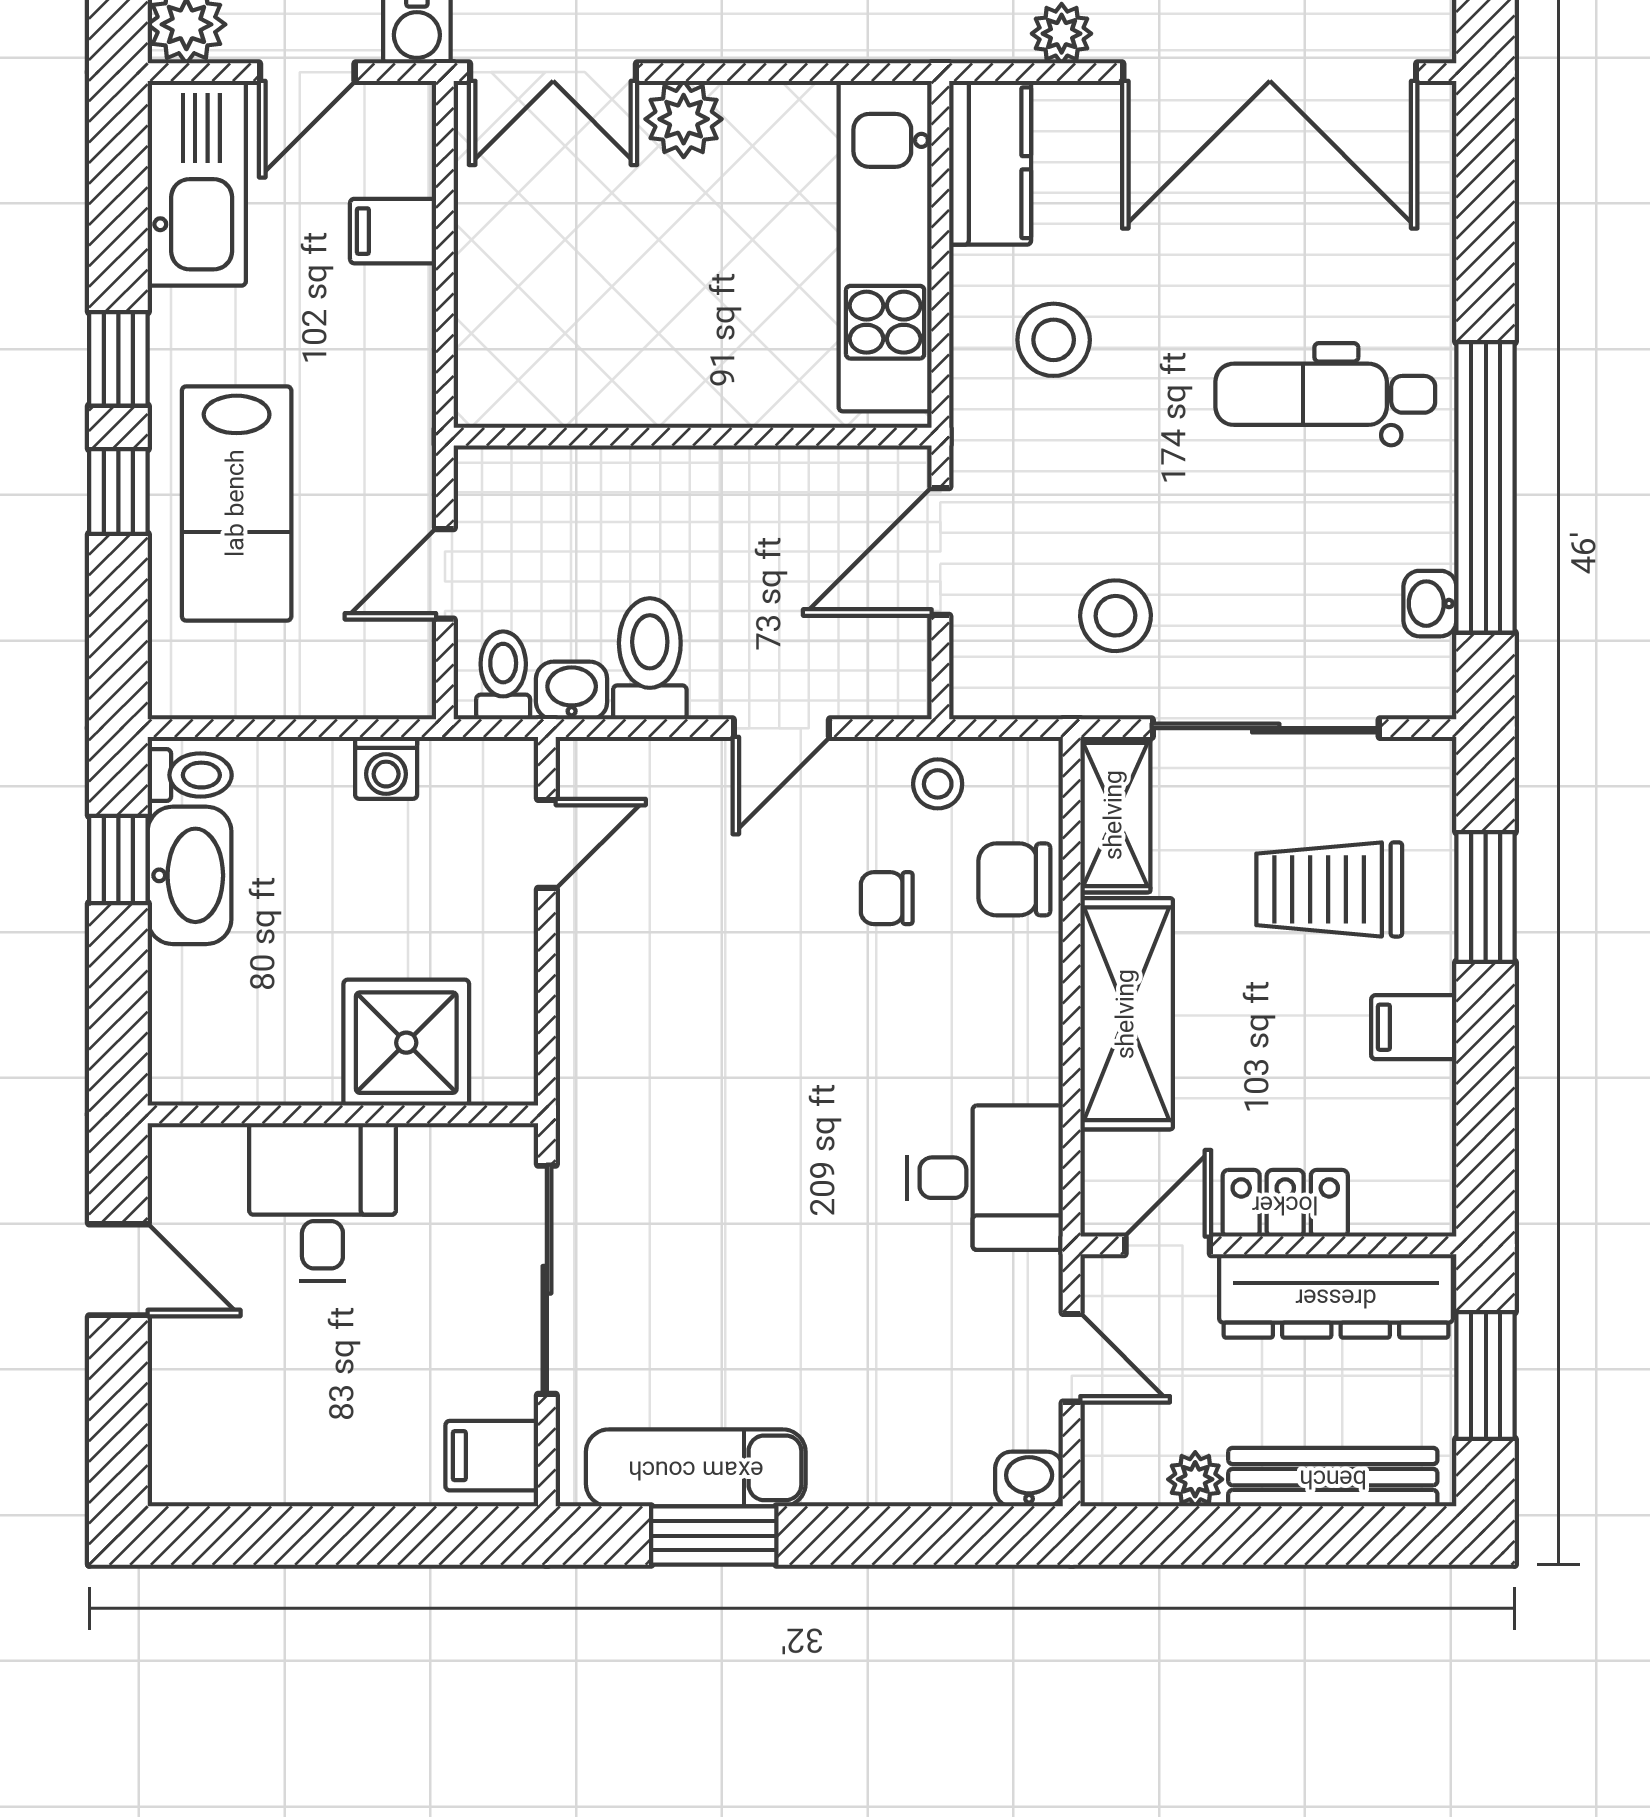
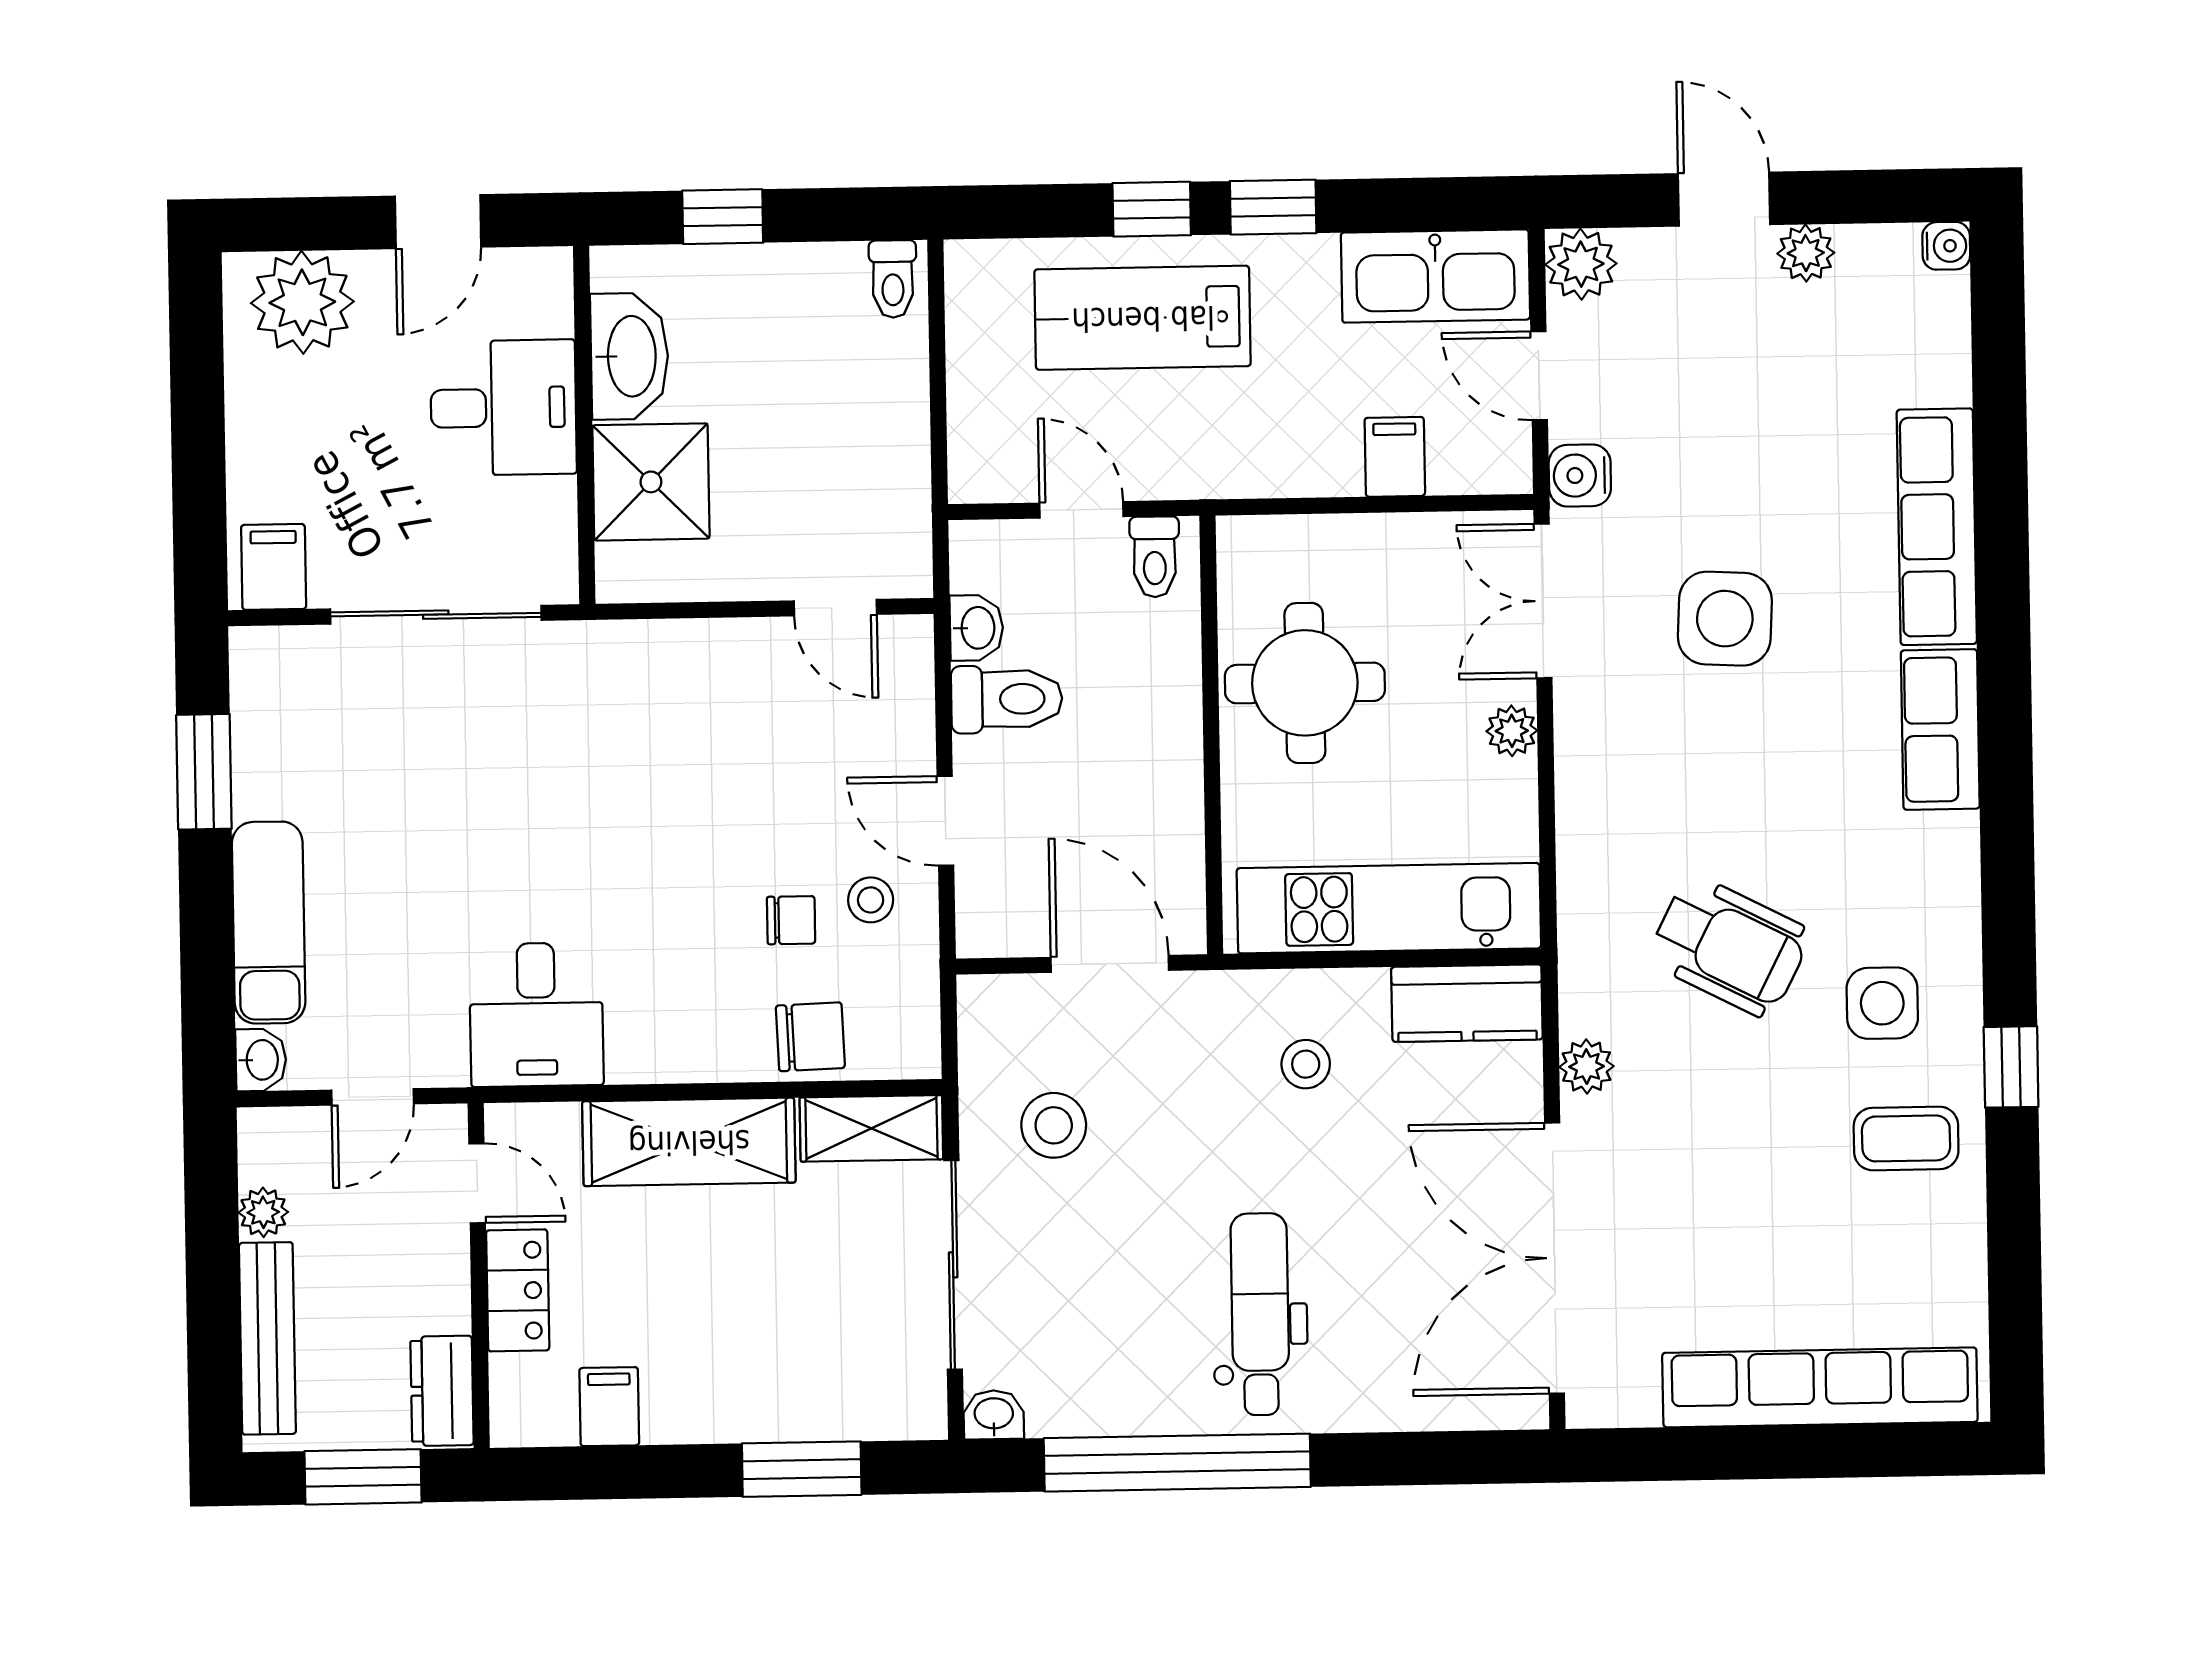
plant: (684, 119) -> (1512, 731), width x0.73, depth x0.73
round table: (638, 333) -> (1305, 683), added
stool: (1054, 340) -> (1306, 1064), width x0.73, depth x0.73
washbasin: (1430, 604) -> (994, 1415), moved
toilet: (503, 675) -> (1155, 557), moved, turned 90
washing machine: (386, 768) -> (903, 459), removed
stool: (938, 784) -> (871, 900), moved
window: (118, 860) -> (723, 217), moved
washbasin: (189, 875) -> (630, 356), moved, turned -90
chair: (1014, 879) -> (810, 1037), turned 88
trolley: (1329, 889) -> (806, 1326), removed
chair: (887, 898) -> (791, 920), turned 90
filing cabinet: (1414, 1027) -> (609, 1407), moved
dresser: (1336, 1296) -> (442, 1391), width x0.51, depth x0.80
plant: (204, 1419) -> (302, 302), added
exam couch: (696, 1468) -> (269, 923), moved

